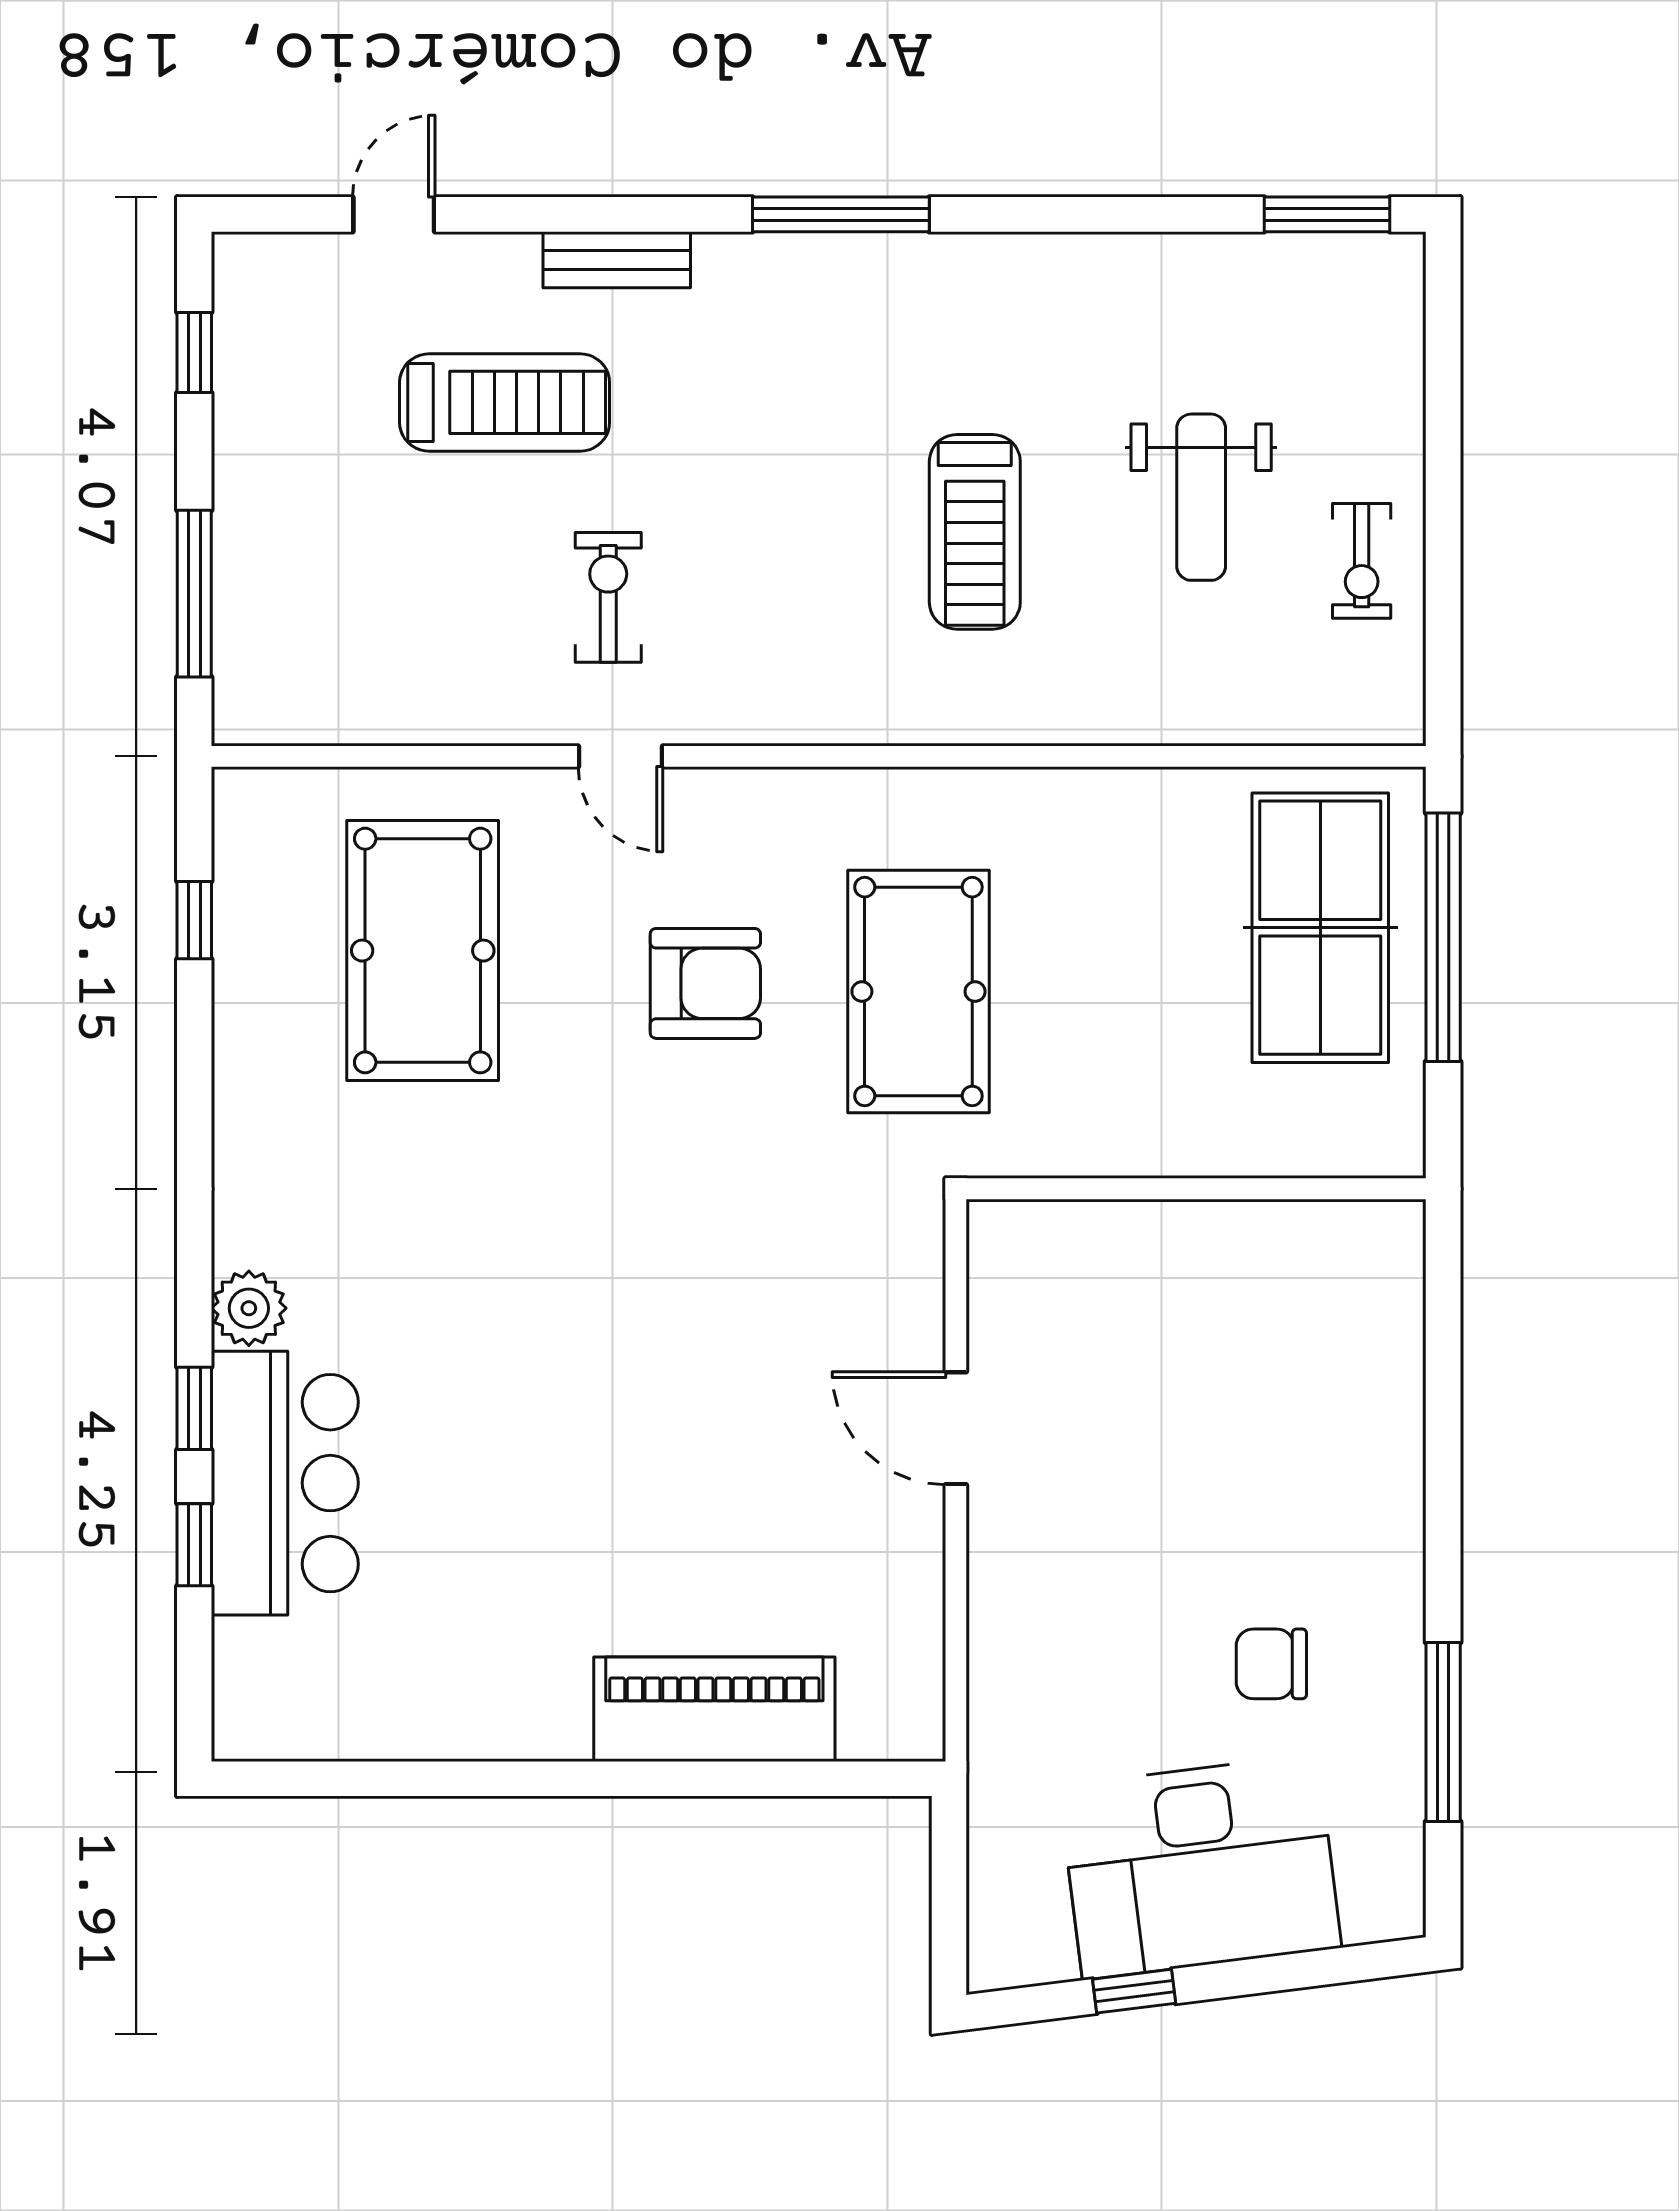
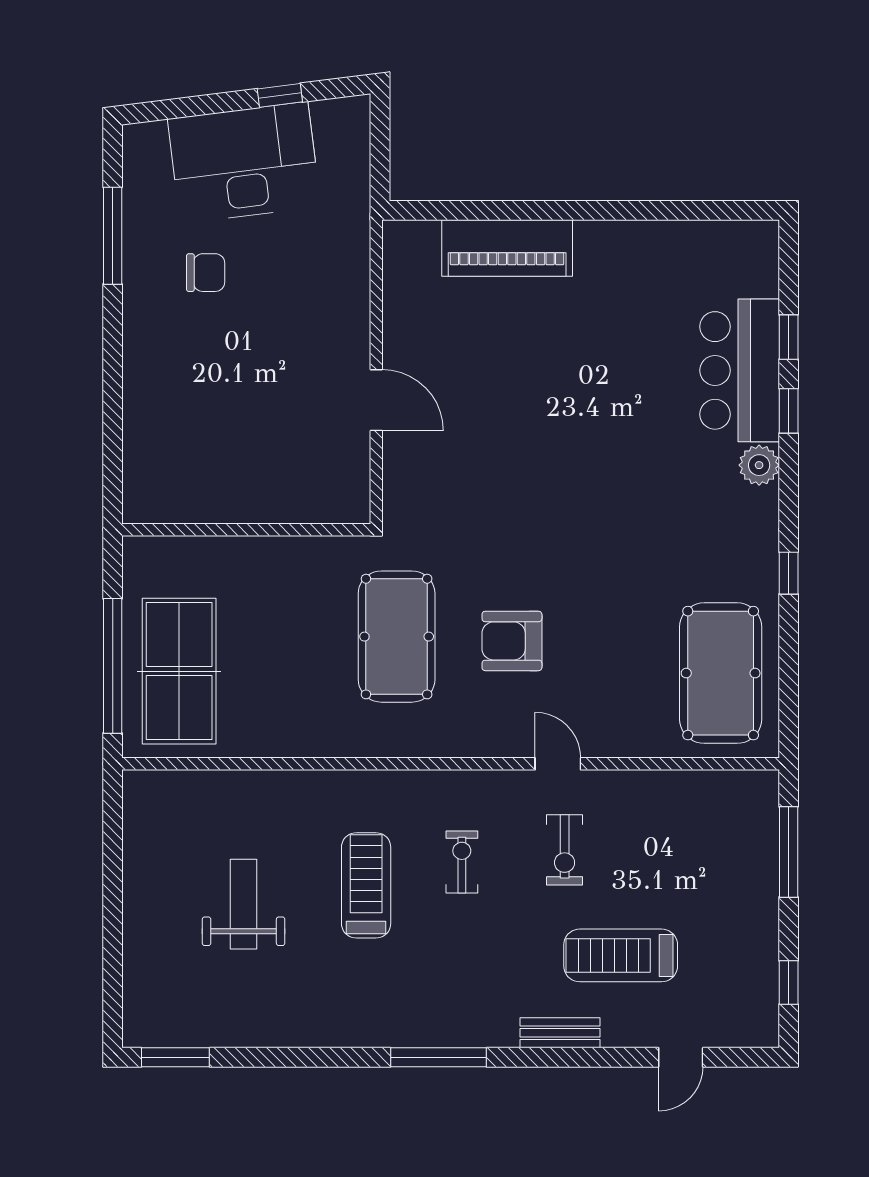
exercise bike: (1362, 561) -> (462, 862), moved
window: (194, 920) -> (789, 573), moved
pool table: (423, 951) -> (721, 673), moved

